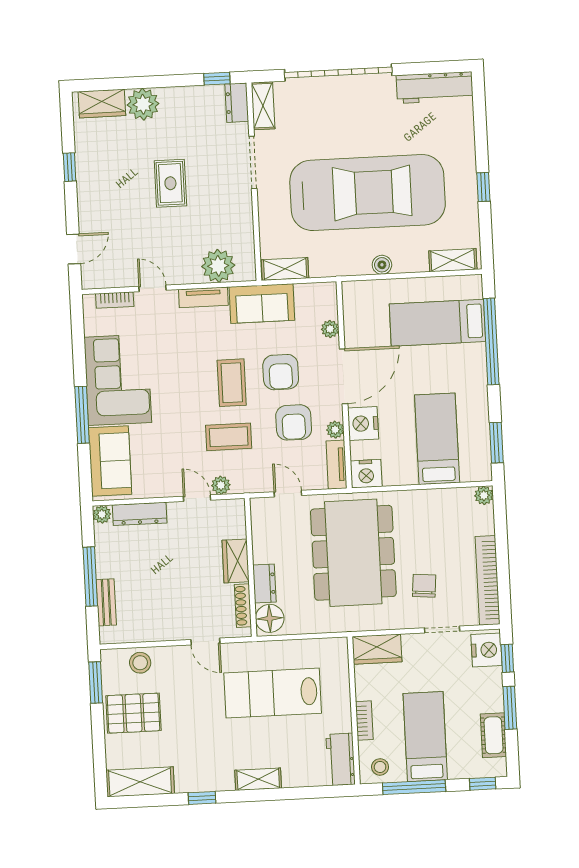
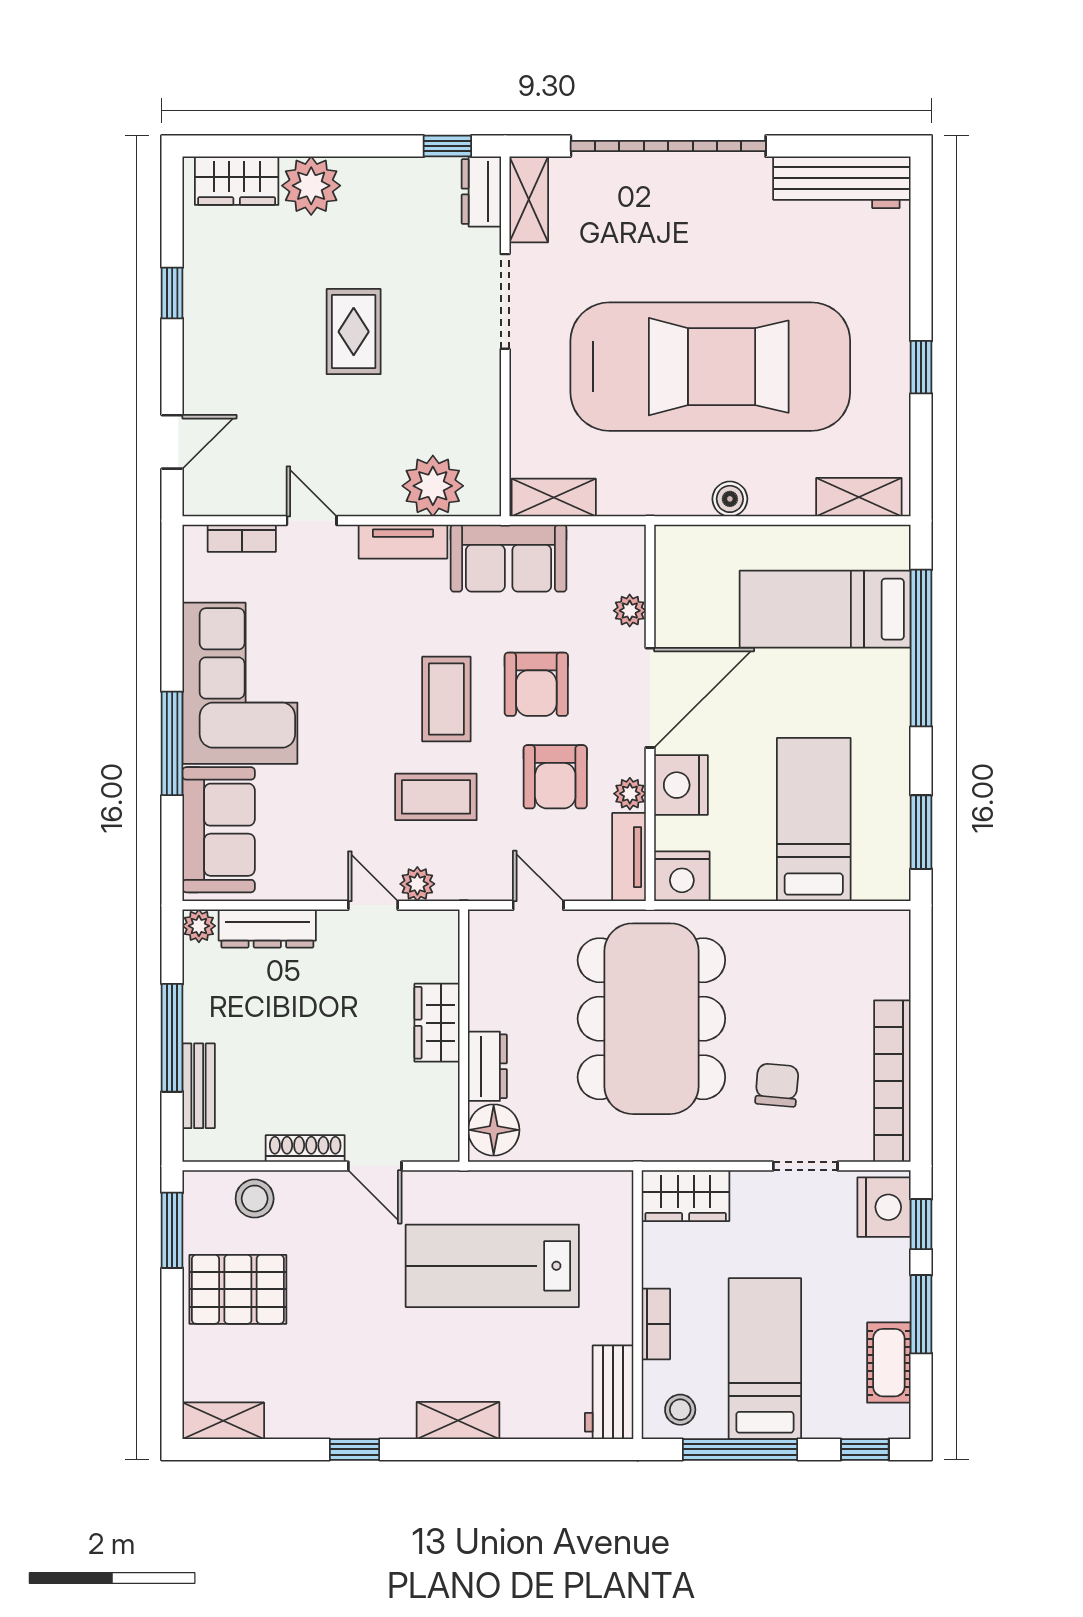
plant: (484, 495) -> (894, 927), removed
shoe rack: (243, 606) -> (305, 1148), moved, turned 90
shelving: (140, 782) -> (223, 1421), width x0.67, depth x0.75

